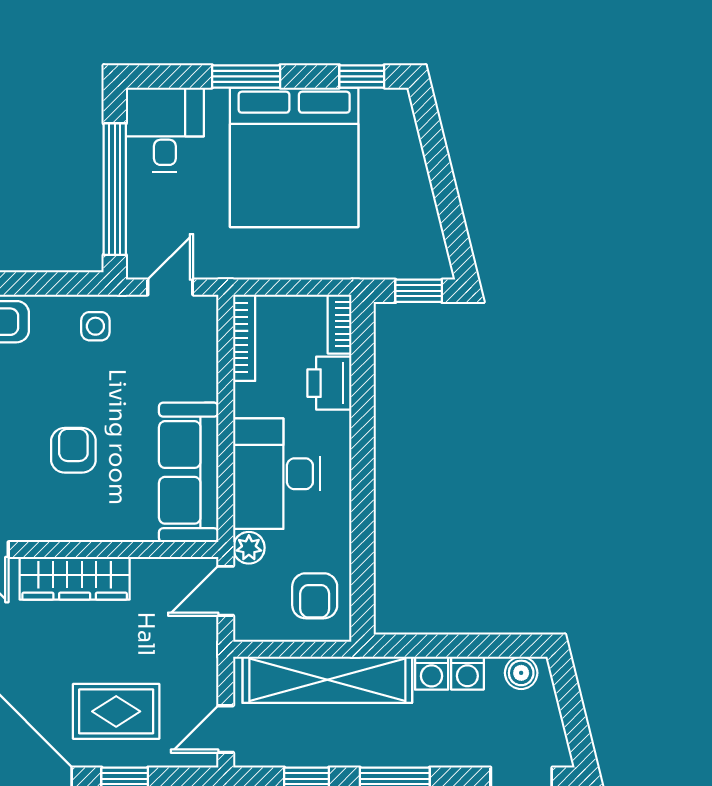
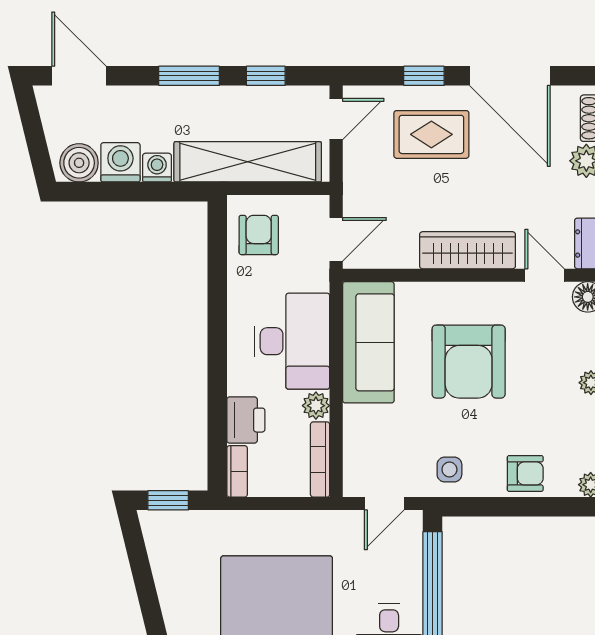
armchair: (73, 450) -> (469, 362), width x1.88, depth x1.88
plant: (249, 548) -> (316, 406), moved
washing machine: (467, 673) -> (120, 162), width x1.38, depth x1.38
boiler: (521, 673) -> (79, 163), width x1.36, depth x1.36

